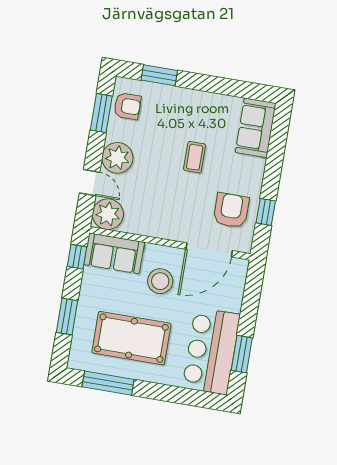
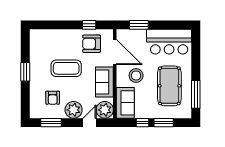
window: (159, 75) -> (25, 72), moved
armchair: (127, 106) -> (53, 98), moved, turned 180
sofa: (256, 128) -> (104, 82), moved, turned 90
coffee table: (195, 157) -> (66, 68), width x1.86, depth x1.72
window: (77, 257) -> (142, 123), moved
window: (242, 354) -> (139, 25), moved

